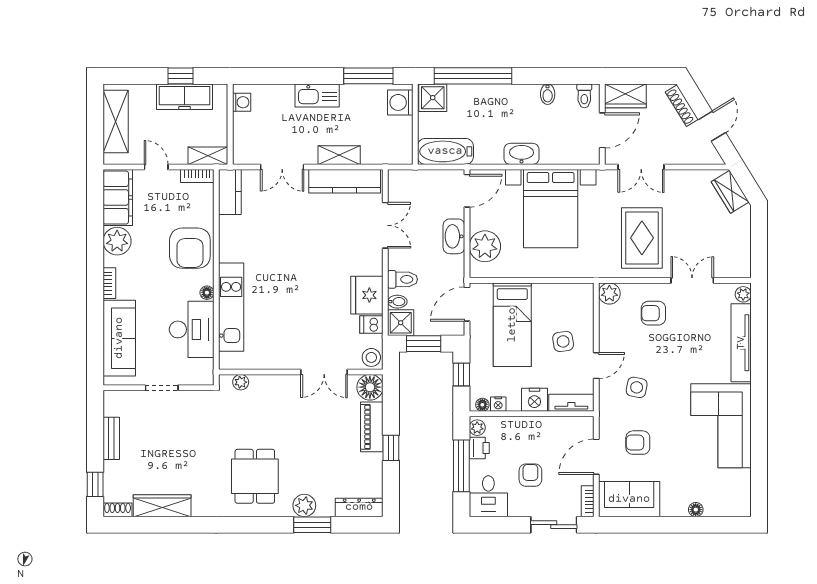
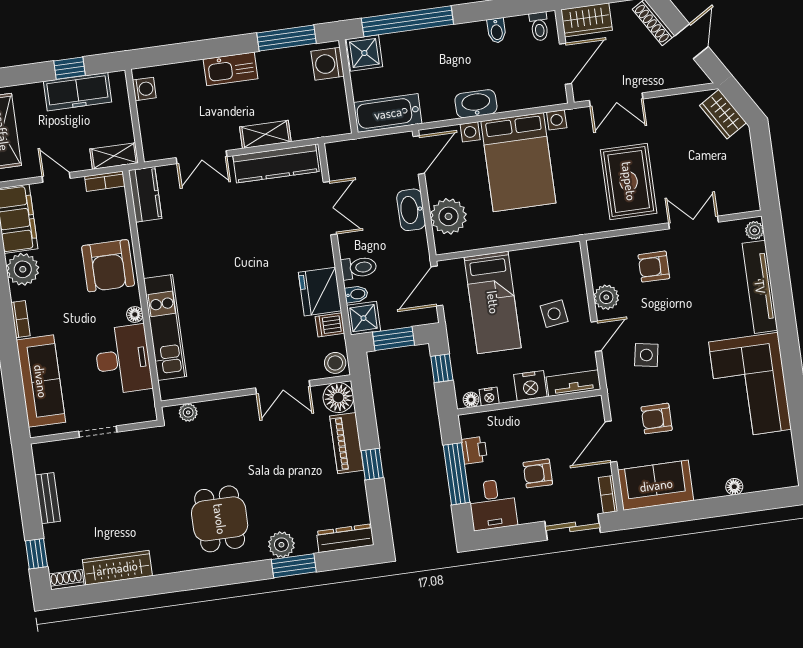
plant: (609, 293) -> (606, 297), moved
plant: (477, 428) -> (469, 427), removed
armchair: (530, 475) -> (538, 473), turned -90

